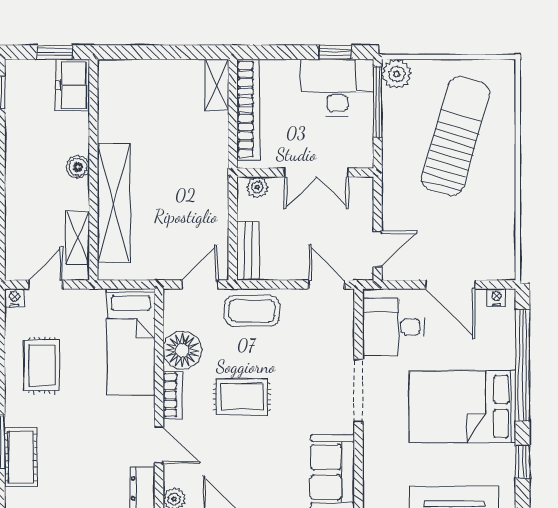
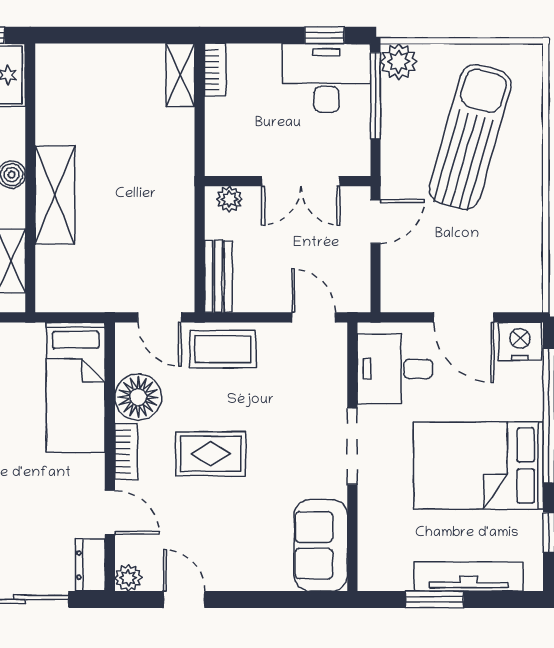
bookcase: (248, 109) -> (215, 70), width x0.43, depth x0.76
shelving: (114, 203) -> (55, 195), width x0.68
door: (378, 249) -> (376, 222), moved
door: (200, 285) -> (160, 317), swing flipped
nightstand: (497, 297) -> (520, 341), width x1.89, depth x1.79

